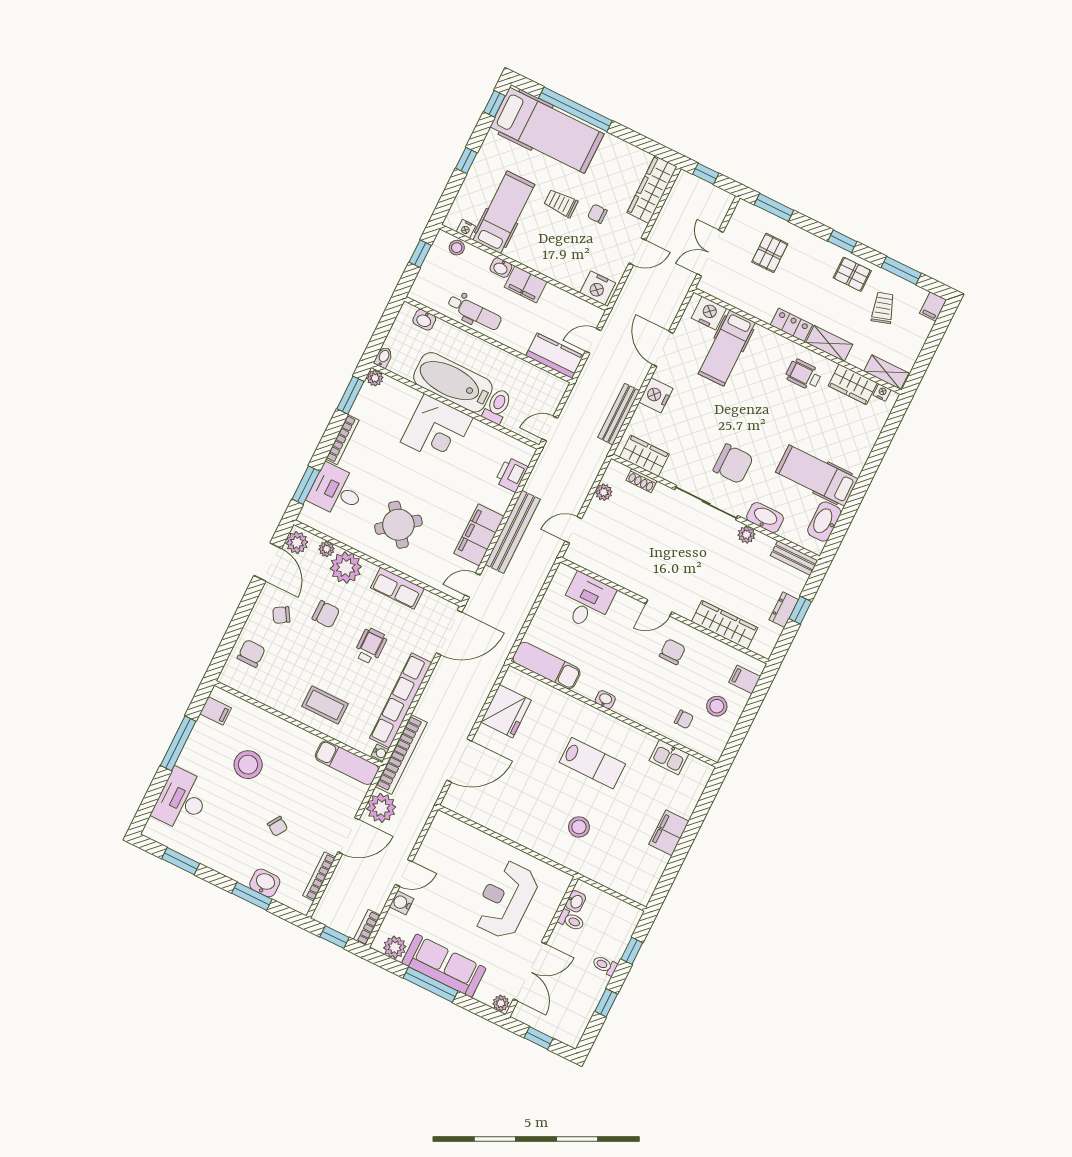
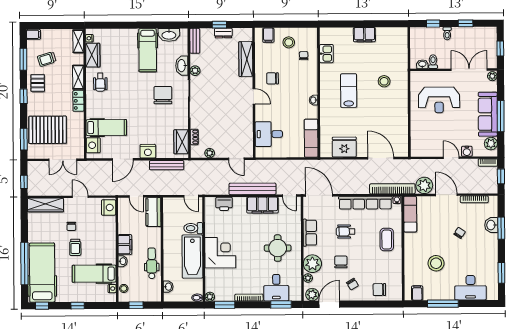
pallet: (770, 253) -> (48, 130), width x2.05, depth x2.00
round table: (398, 525) -> (278, 248), turned 38

